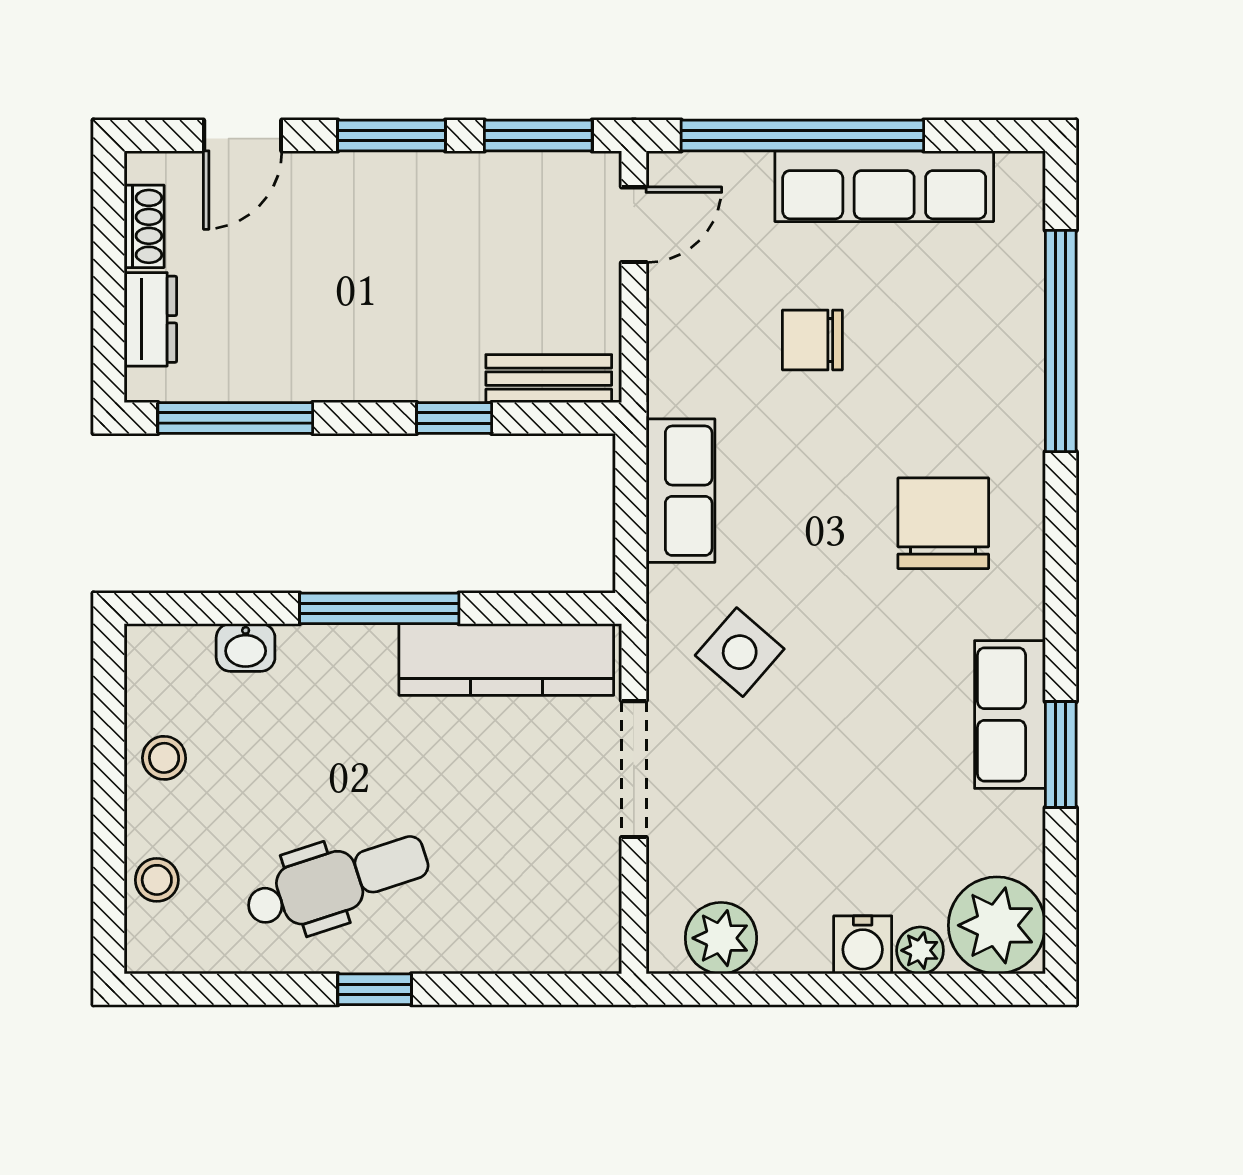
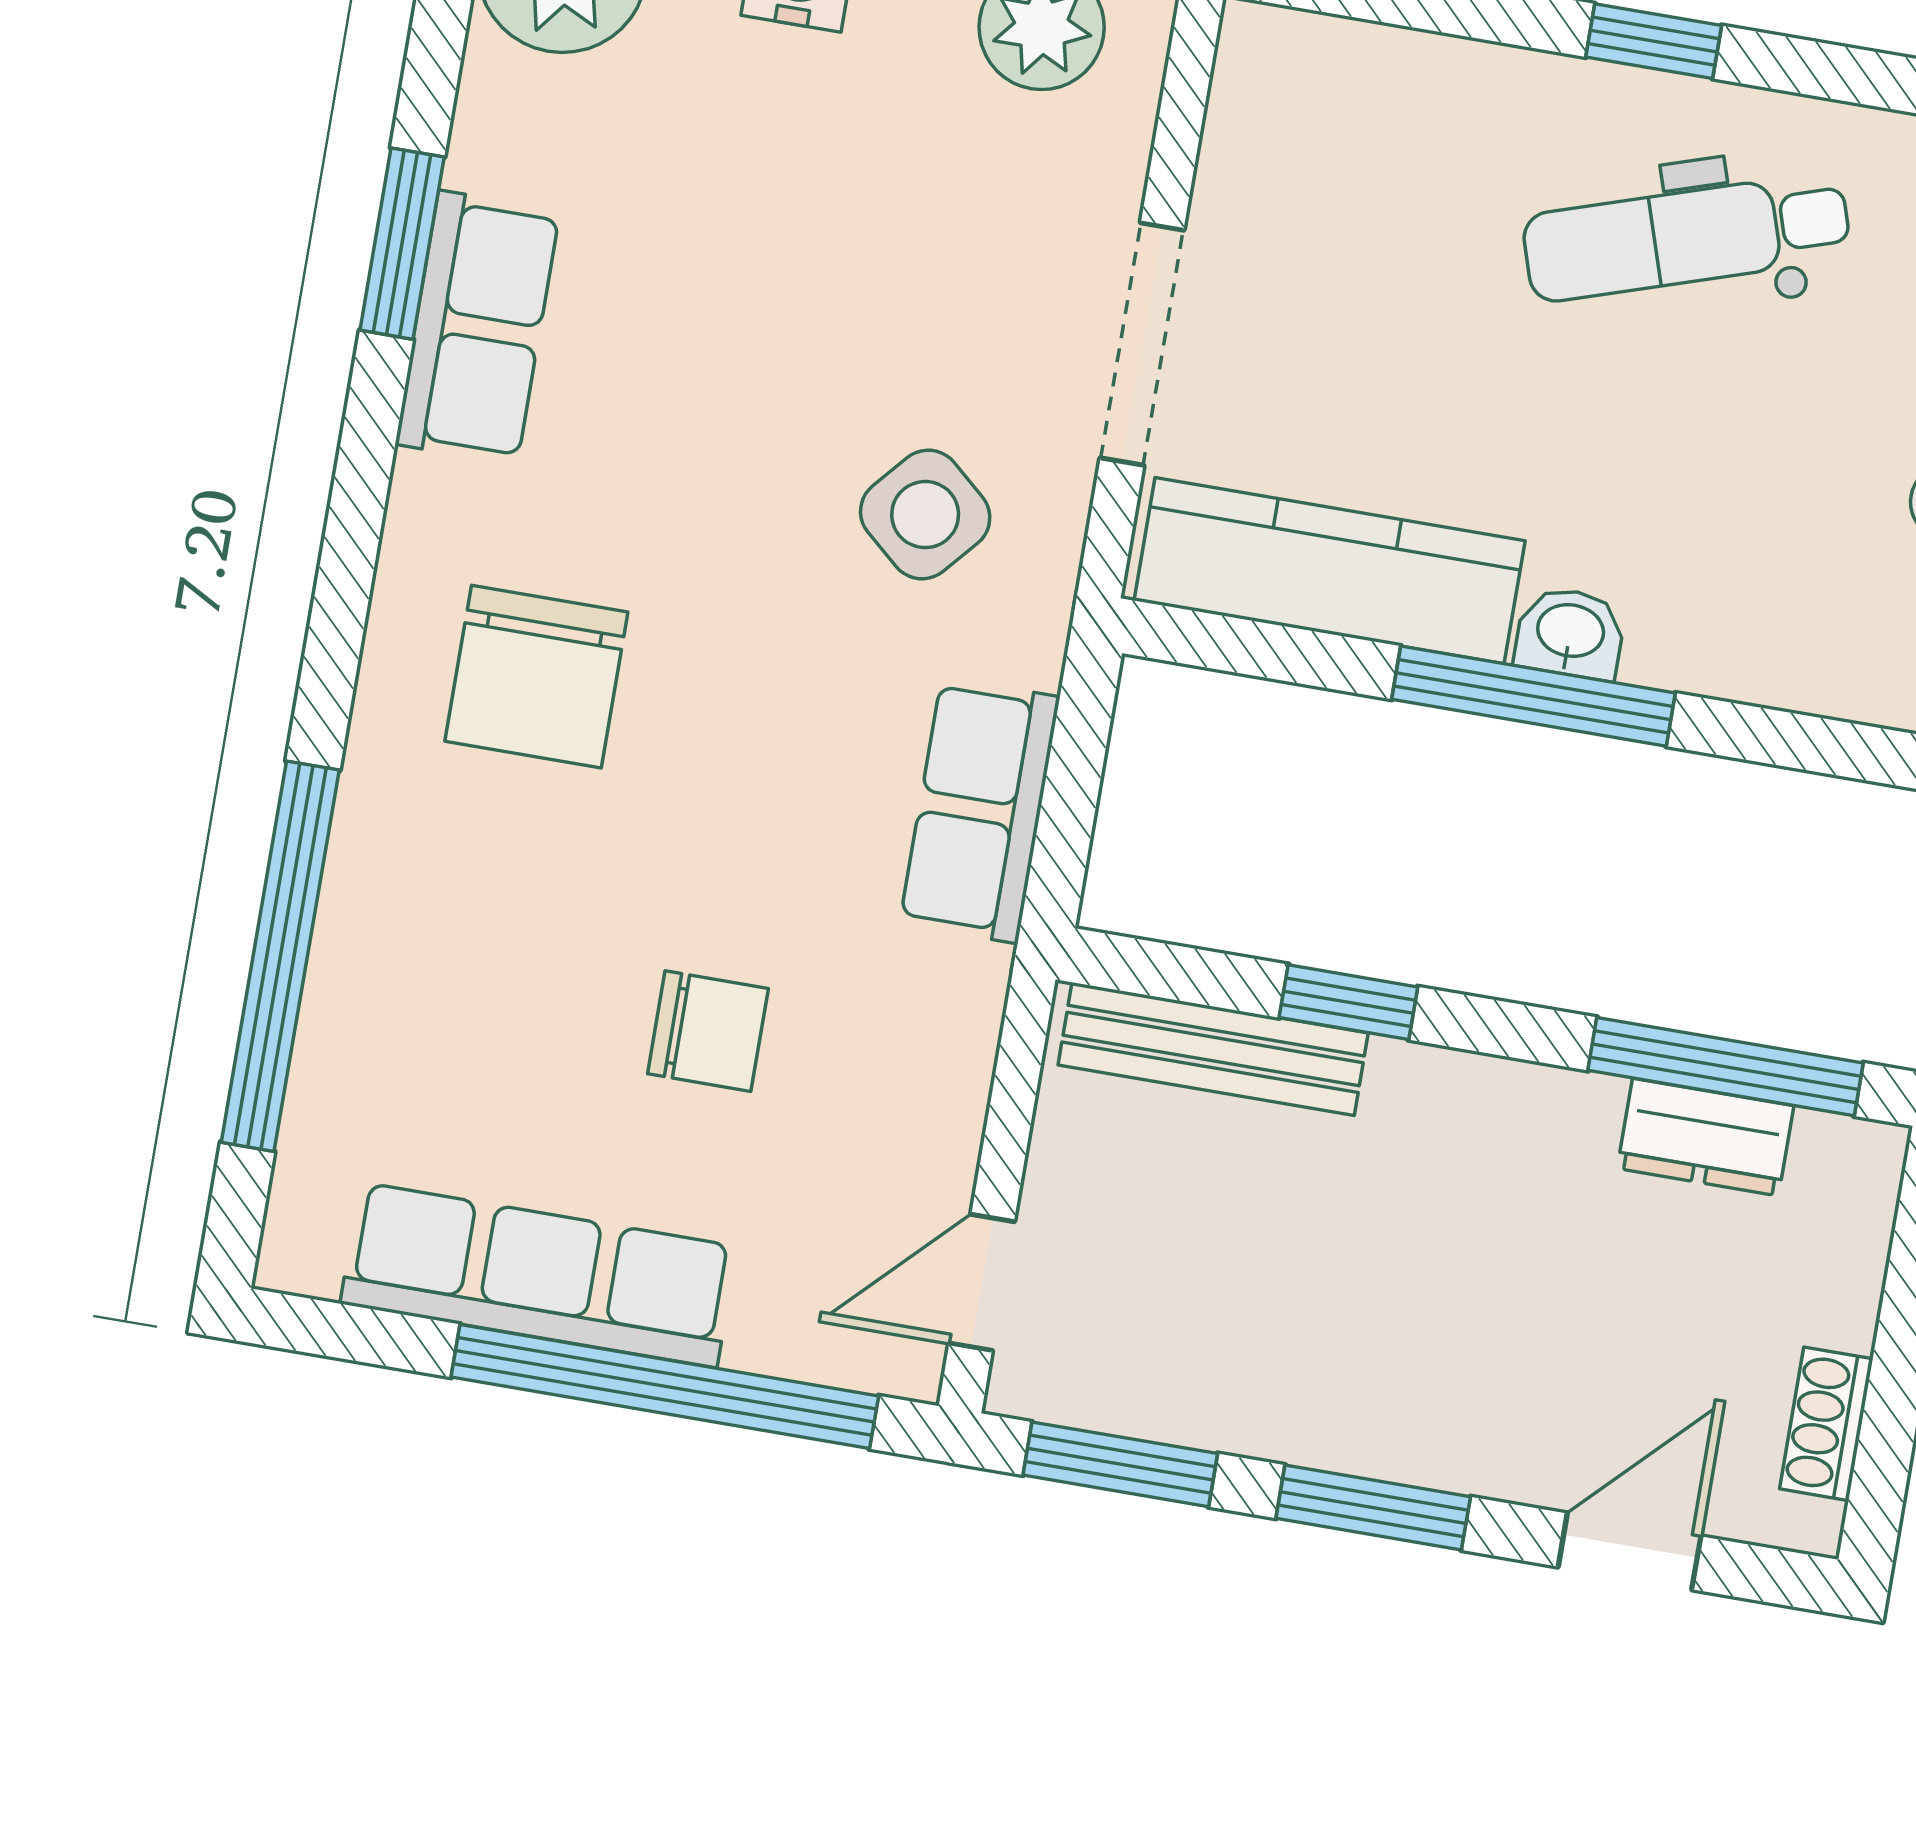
dresser: (150, 319) -> (1705, 1137), moved, turned -90
bench: (549, 379) -> (1213, 1049), width x1.36
washbasin: (246, 648) -> (1570, 633), moved

